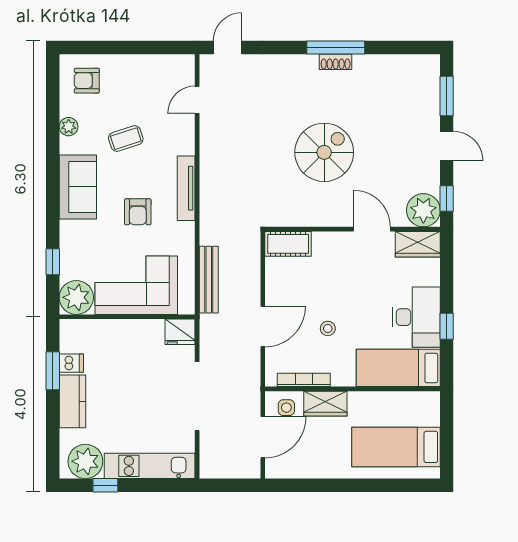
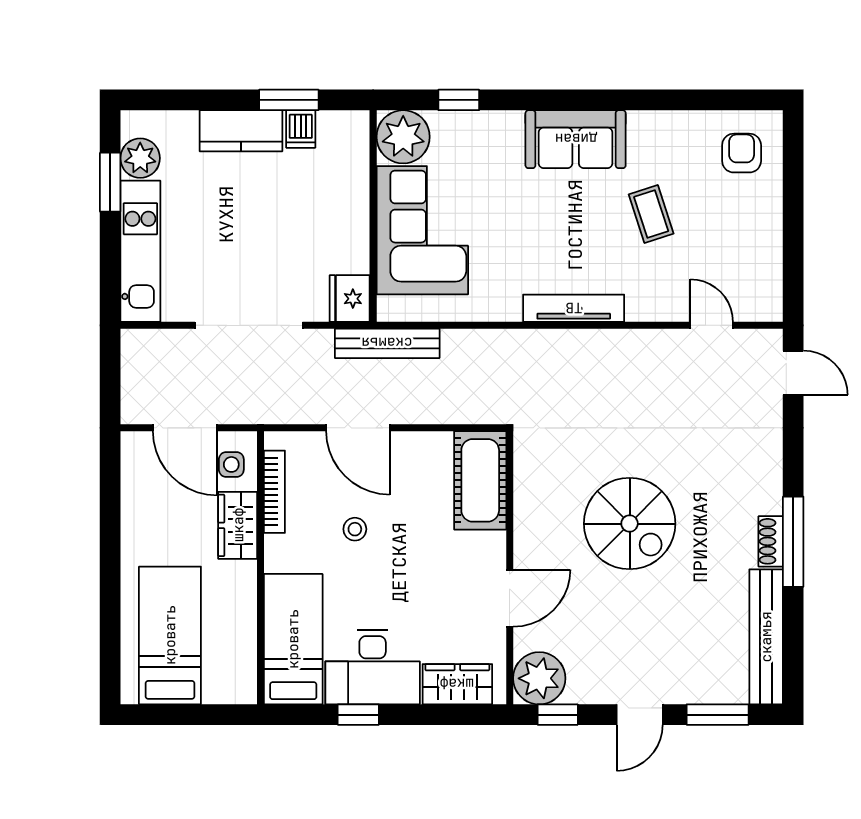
bench: (397, 65) -> (766, 637), added
plant: (69, 127) -> (670, 125), removed
armchair: (138, 212) -> (537, 233), removed
cot: (288, 244) -> (480, 480), width x1.37, depth x1.34
wardrobe: (418, 244) -> (457, 684), moved, turned 90
bench: (209, 280) -> (387, 343), moved
plant: (85, 461) -> (140, 158), width x0.73, depth x0.73
window: (105, 485) -> (110, 182), width x1.50

